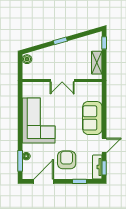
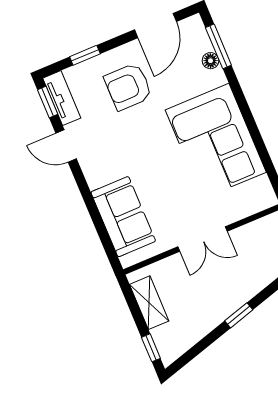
double door: (62, 80) -> (203, 239), swing flipped
sofa: (92, 118) -> (123, 217), moved
door: (104, 145) -> (66, 146), hinge flipped
armchair: (67, 160) -> (128, 87), turned 90

